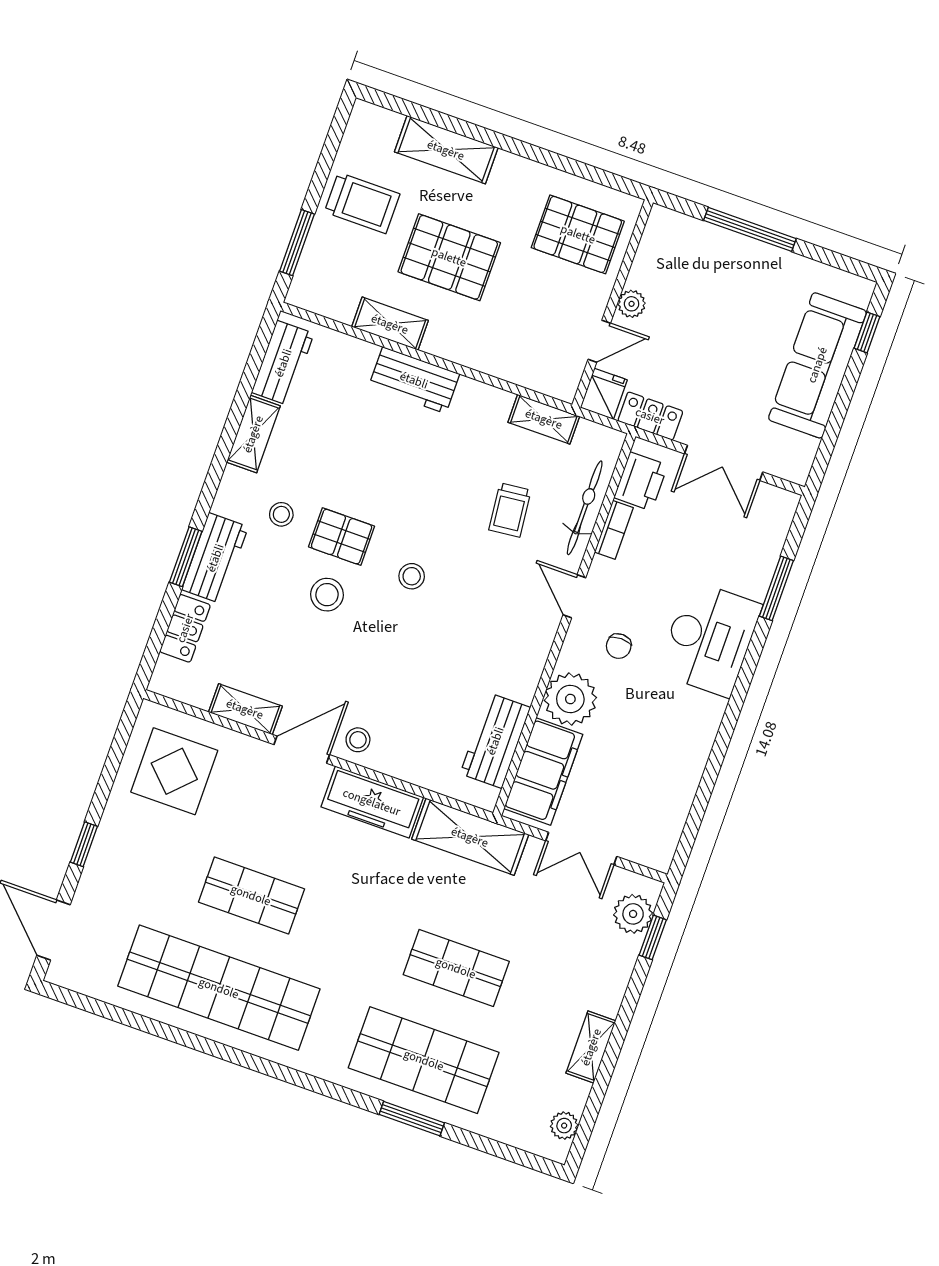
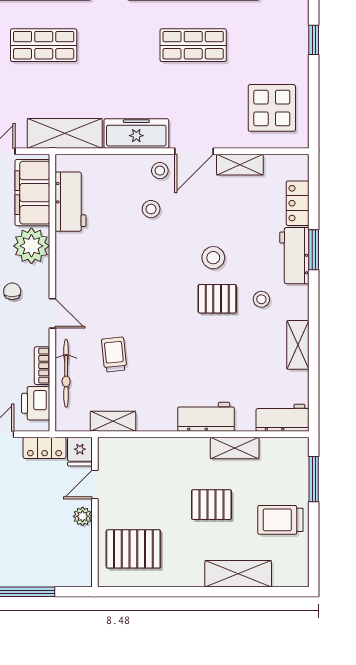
pallet: (449, 257) -> (211, 505), width x0.67, depth x0.71
workbench: (283, 363) -> (282, 418), moved, turned 90
stool: (412, 576) -> (151, 209), moved

